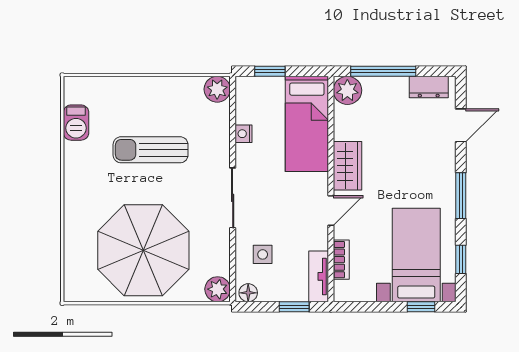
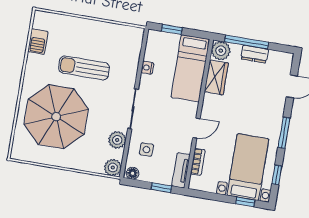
dresser: (429, 87) -> (255, 54), moved
plant: (217, 89) -> (117, 140), moved
wardrobe: (347, 166) -> (216, 77), moved
parasol: (143, 250) -> (56, 117), moved

